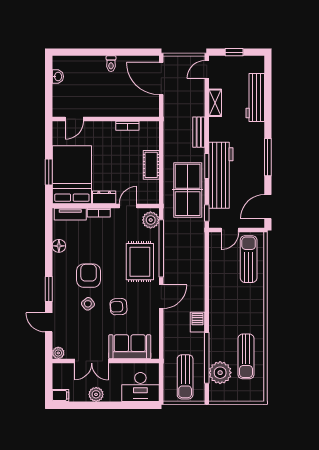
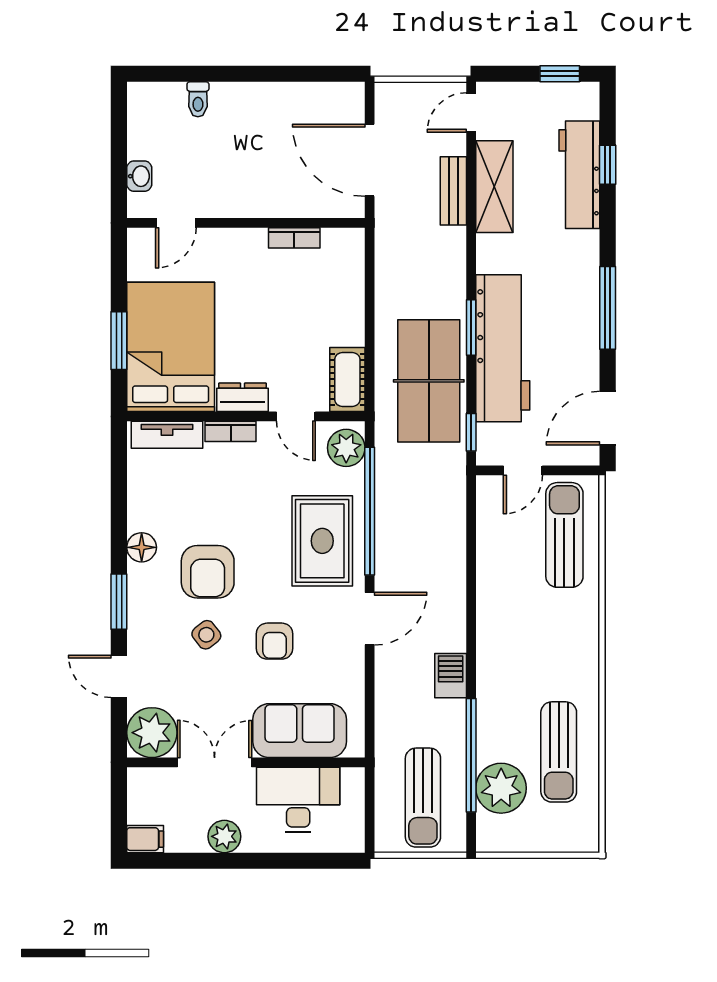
window: (234, 52) -> (560, 74), moved
toilet: (111, 64) -> (198, 99), moved
washbasin: (58, 77) -> (139, 176), moved
door: (161, 79) -> (370, 160), moved
window: (268, 93) -> (608, 165), added
shelving: (215, 103) -> (494, 187), width x1.50, depth x1.33
bench: (199, 132) -> (453, 191), moved
cot: (151, 165) -> (347, 379), moved
door: (128, 206) -> (296, 416), swing flipped
floor lamp: (59, 246) -> (142, 547), moved
armchair: (89, 276) -> (208, 572), turned 180
armchair: (119, 307) -> (275, 641), turned -87
plant: (58, 353) -> (152, 733), width x1.88, depth x1.88
double door: (92, 361) -> (215, 762), swing flipped
desk: (140, 387) -> (298, 800), moved, turned 180

